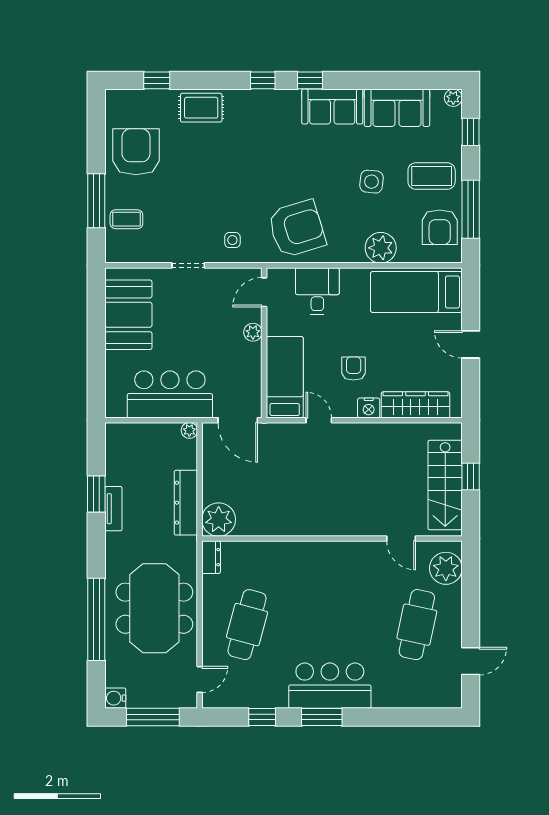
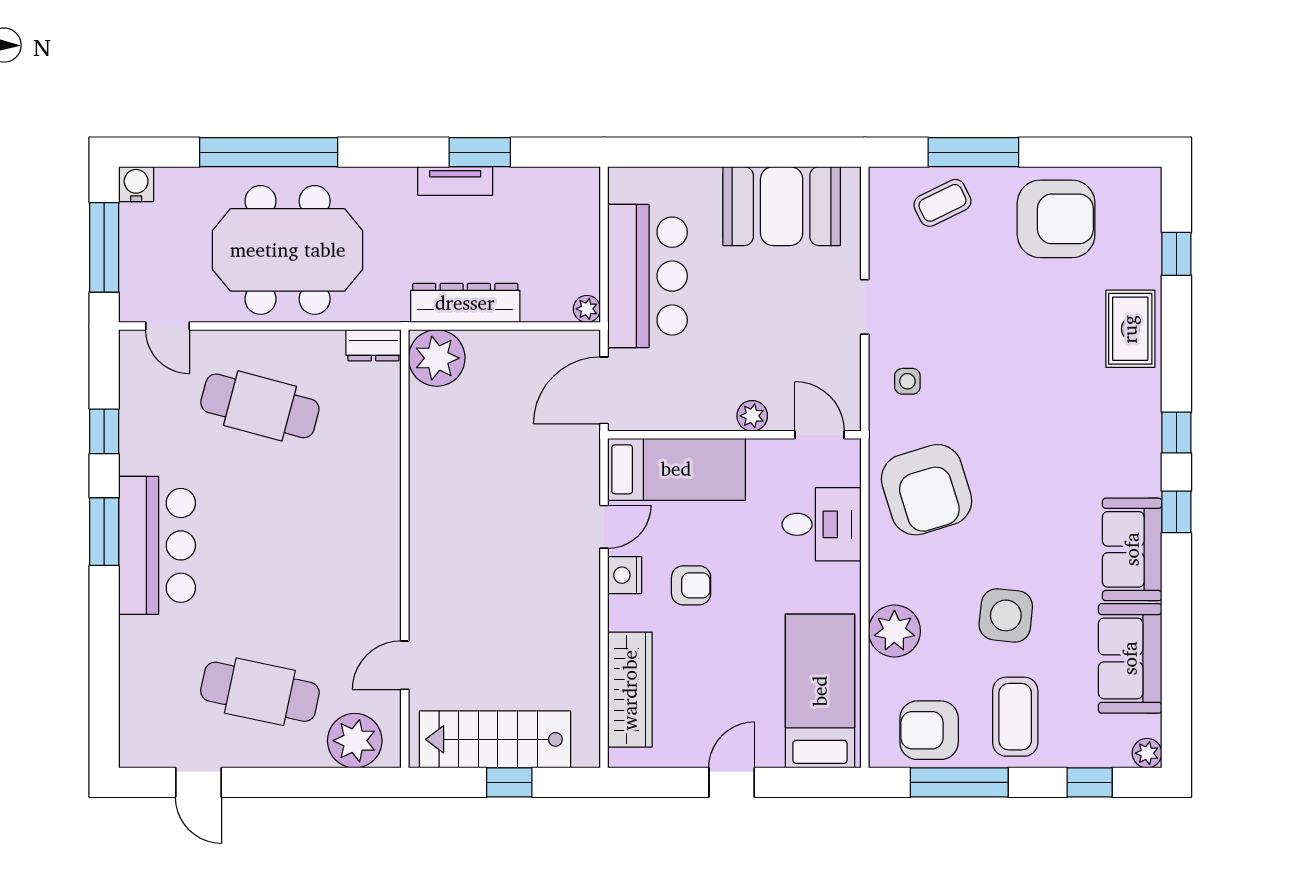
side table: (371, 182) -> (1006, 615), width x1.37, depth x1.37
coffee table: (126, 219) -> (942, 203), turned 64
nightstand: (369, 408) -> (625, 575), moved

